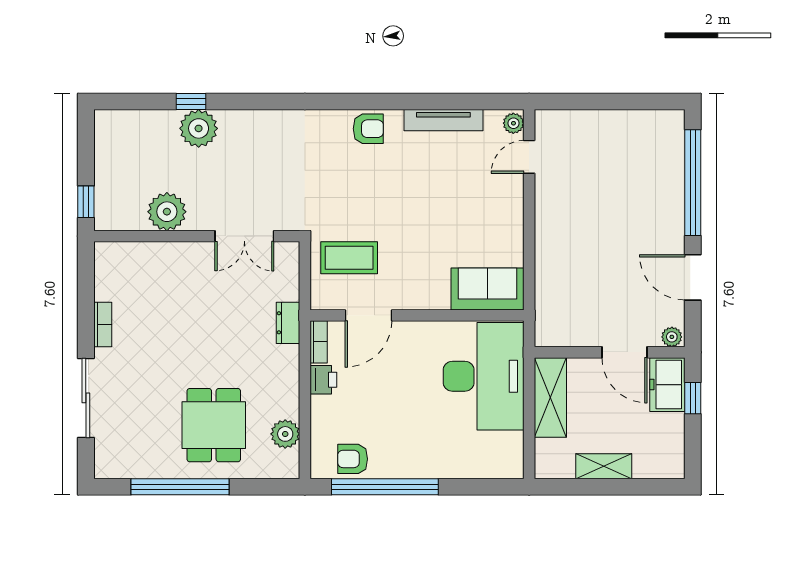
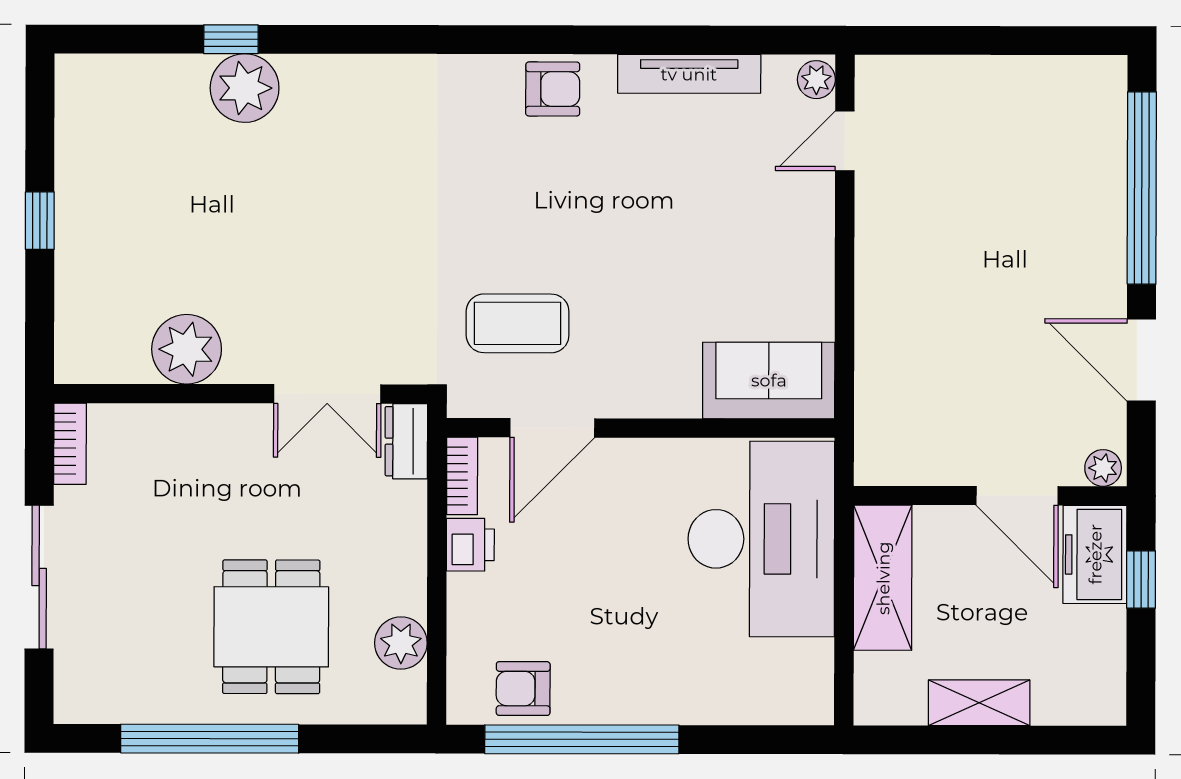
plant: (167, 212) -> (187, 349), moved
wall: (197, 236) -> (241, 394), moved
double door: (244, 236) -> (327, 394), moved

